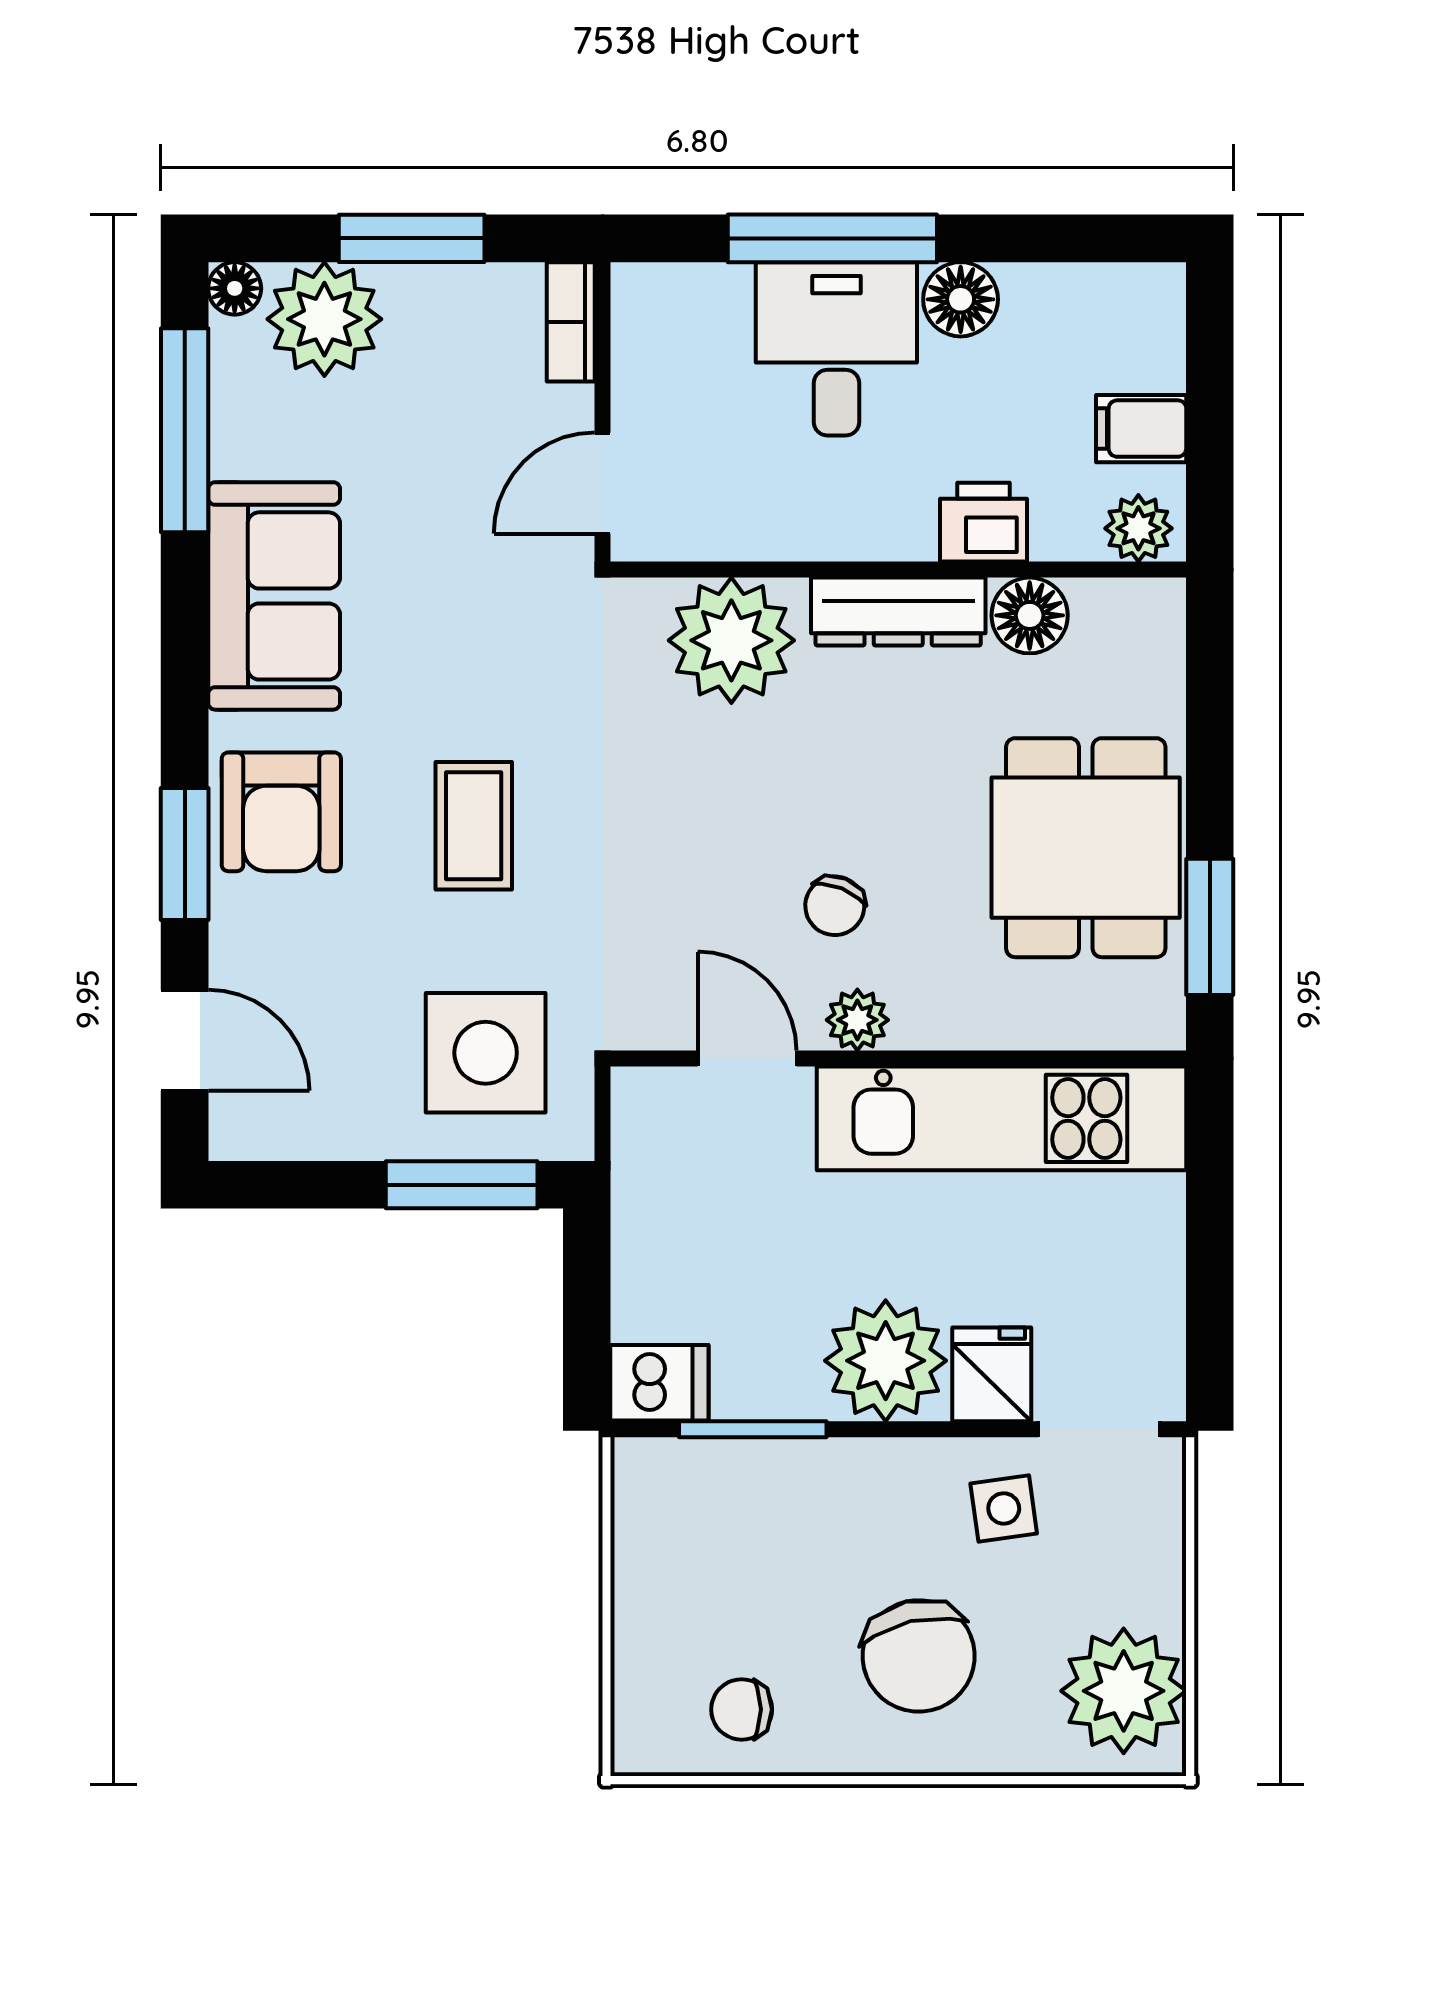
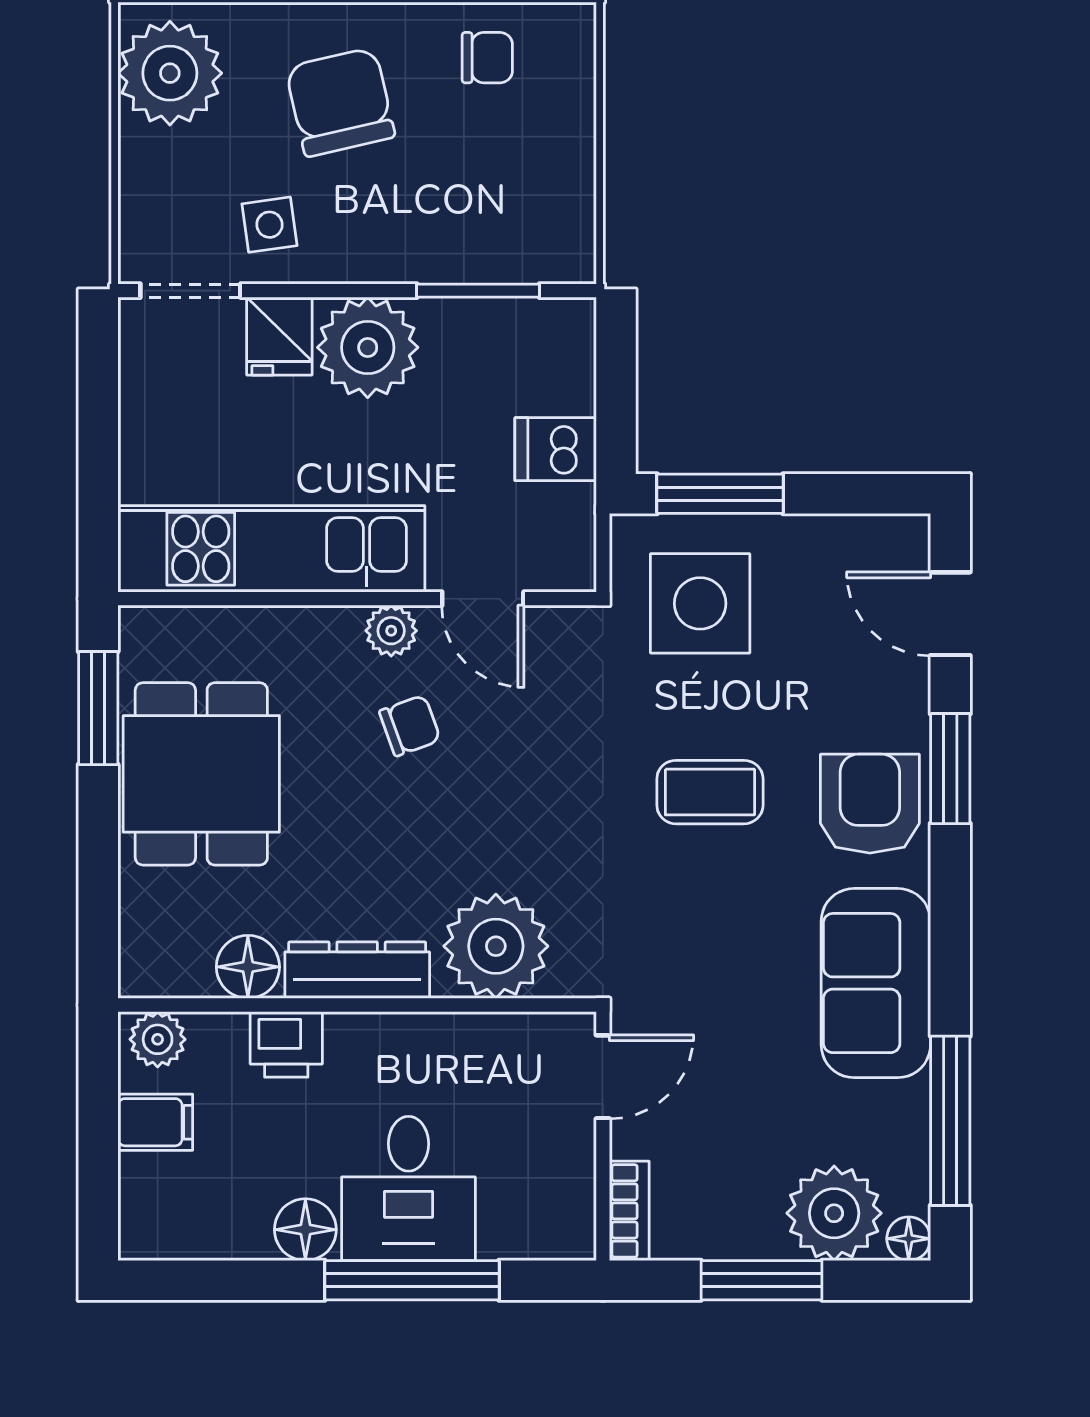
coffee table: (474, 826) -> (710, 792), turned 90
chair: (835, 906) -> (410, 726), turned 48
dishwasher: (659, 1383) -> (556, 449), moved

